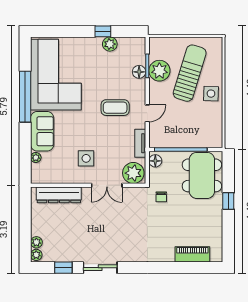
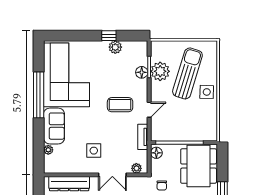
plant: (133, 173) -> (136, 168), width x0.53, depth x0.53

